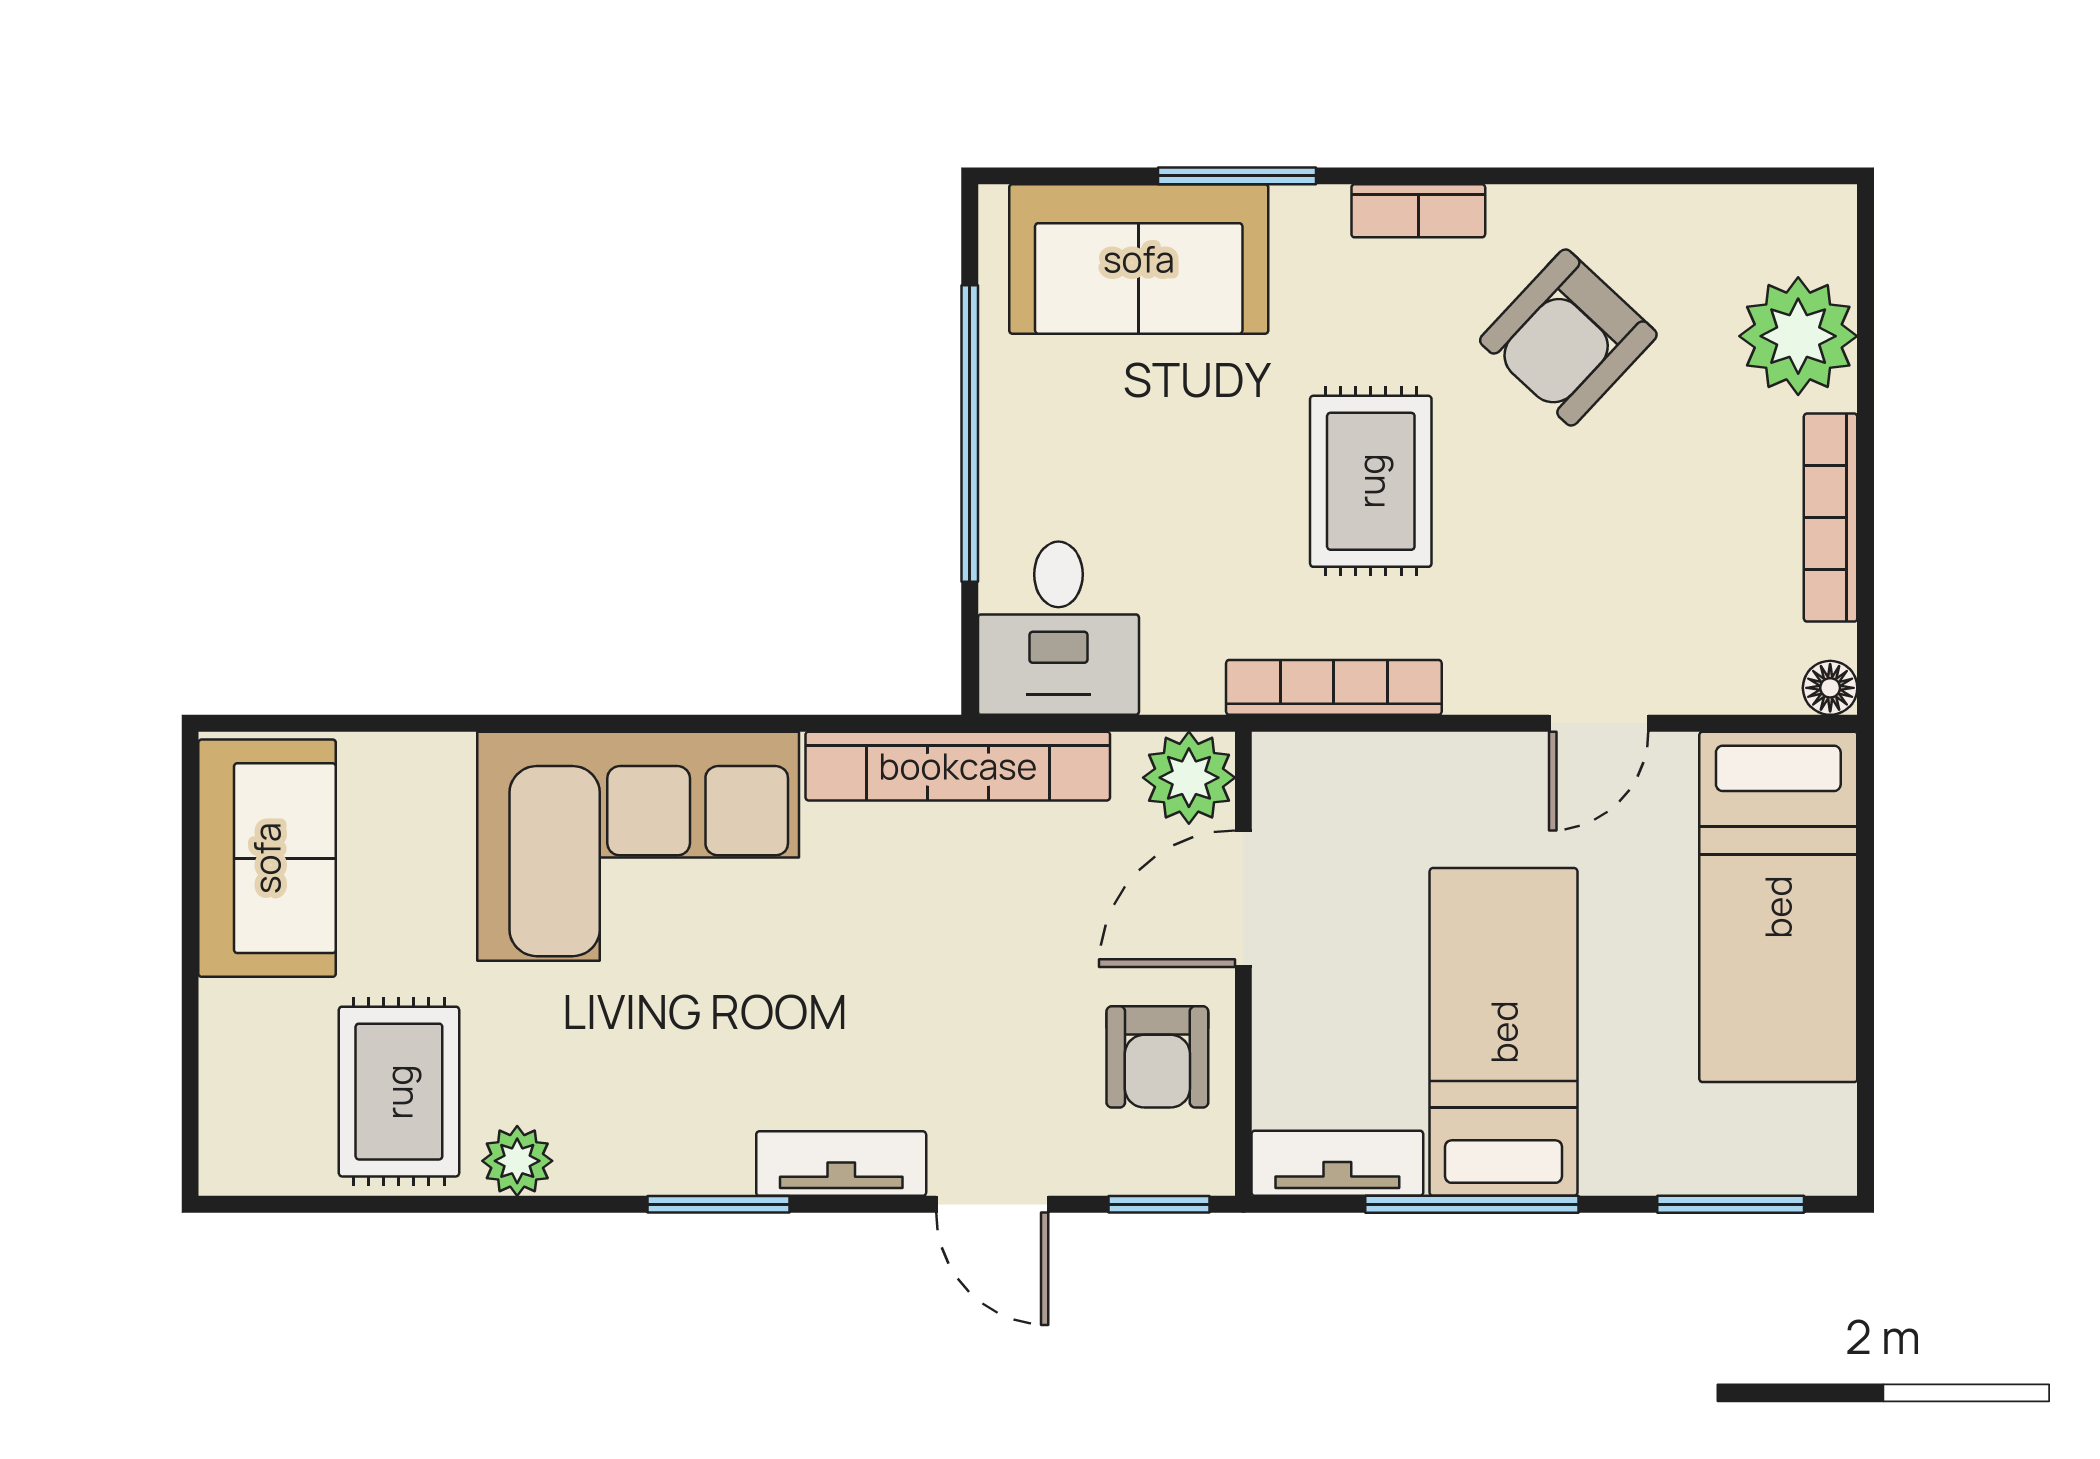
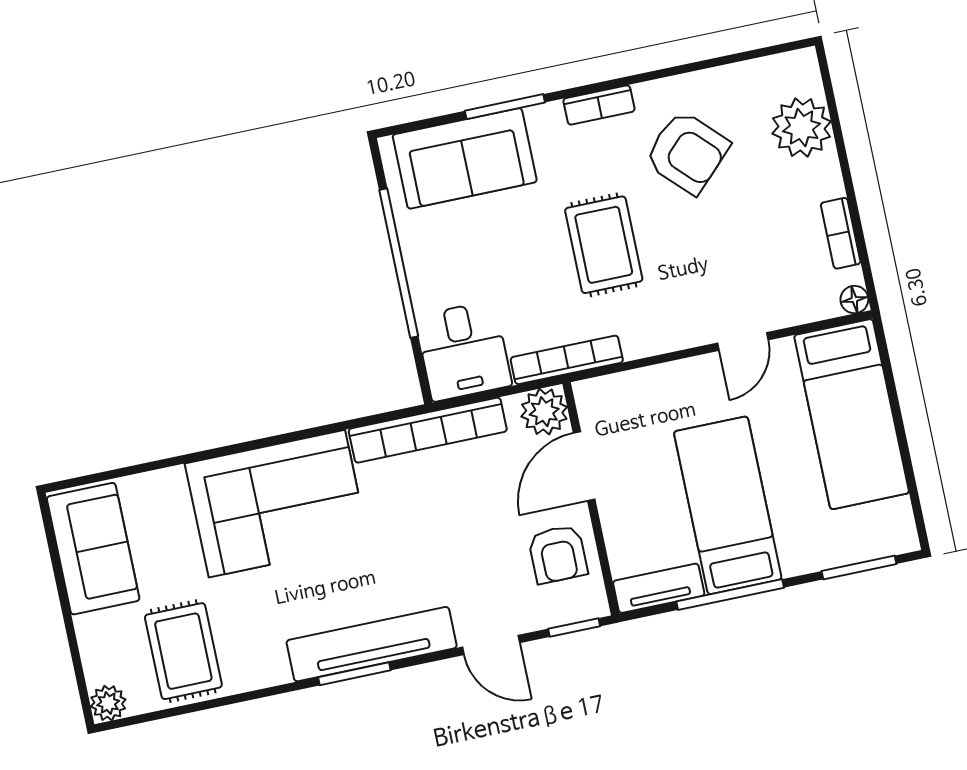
armchair: (1568, 337) -> (687, 152), turned -88
bookcase: (1831, 518) -> (841, 233), width x0.64
bookcase: (1334, 687) -> (567, 360), moved
plant: (517, 1161) -> (108, 703), moved
tv unit: (841, 1164) -> (372, 644), width x1.92, depth x1.29

